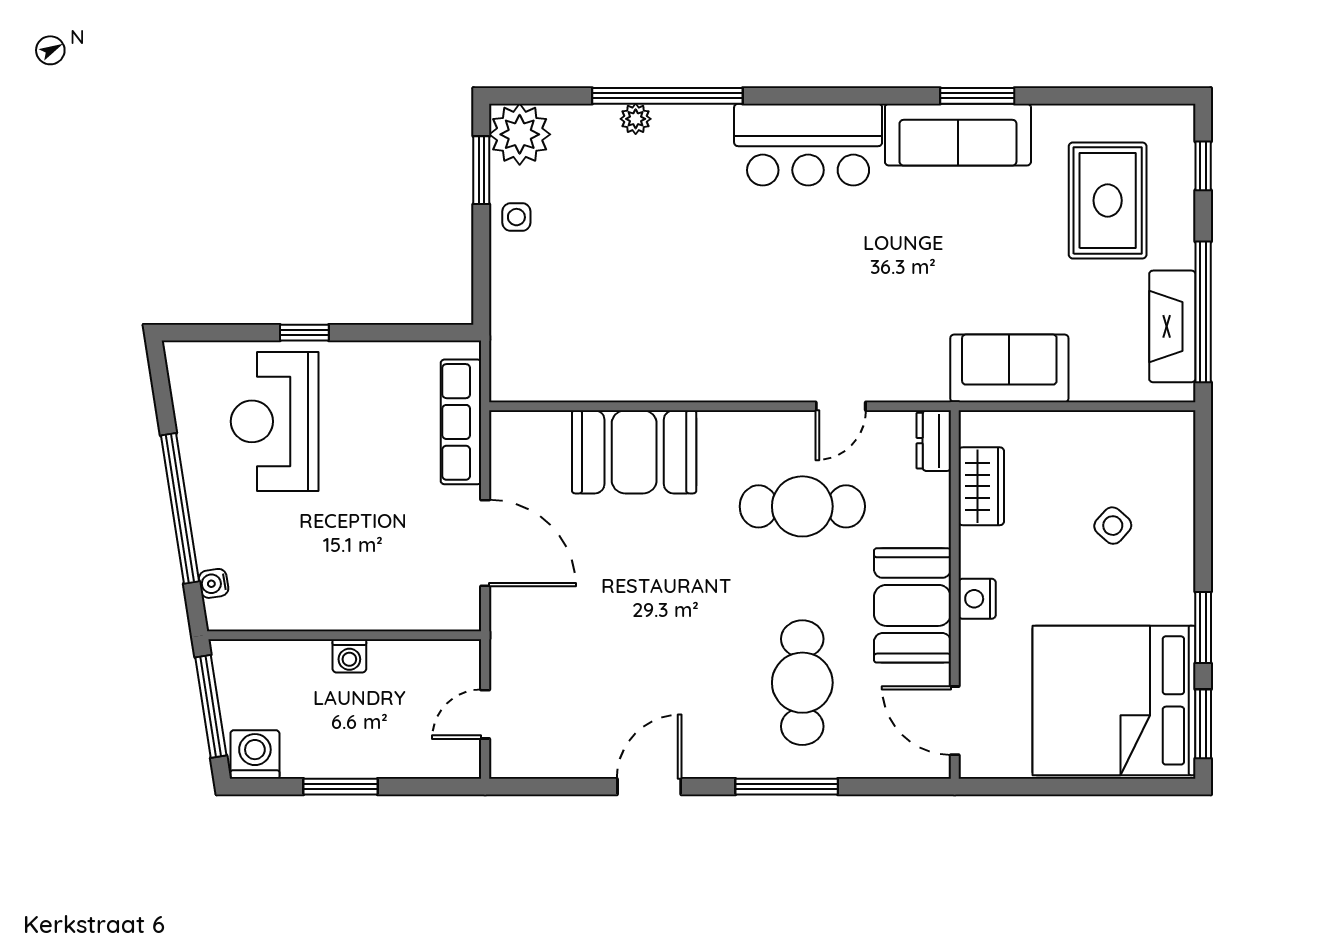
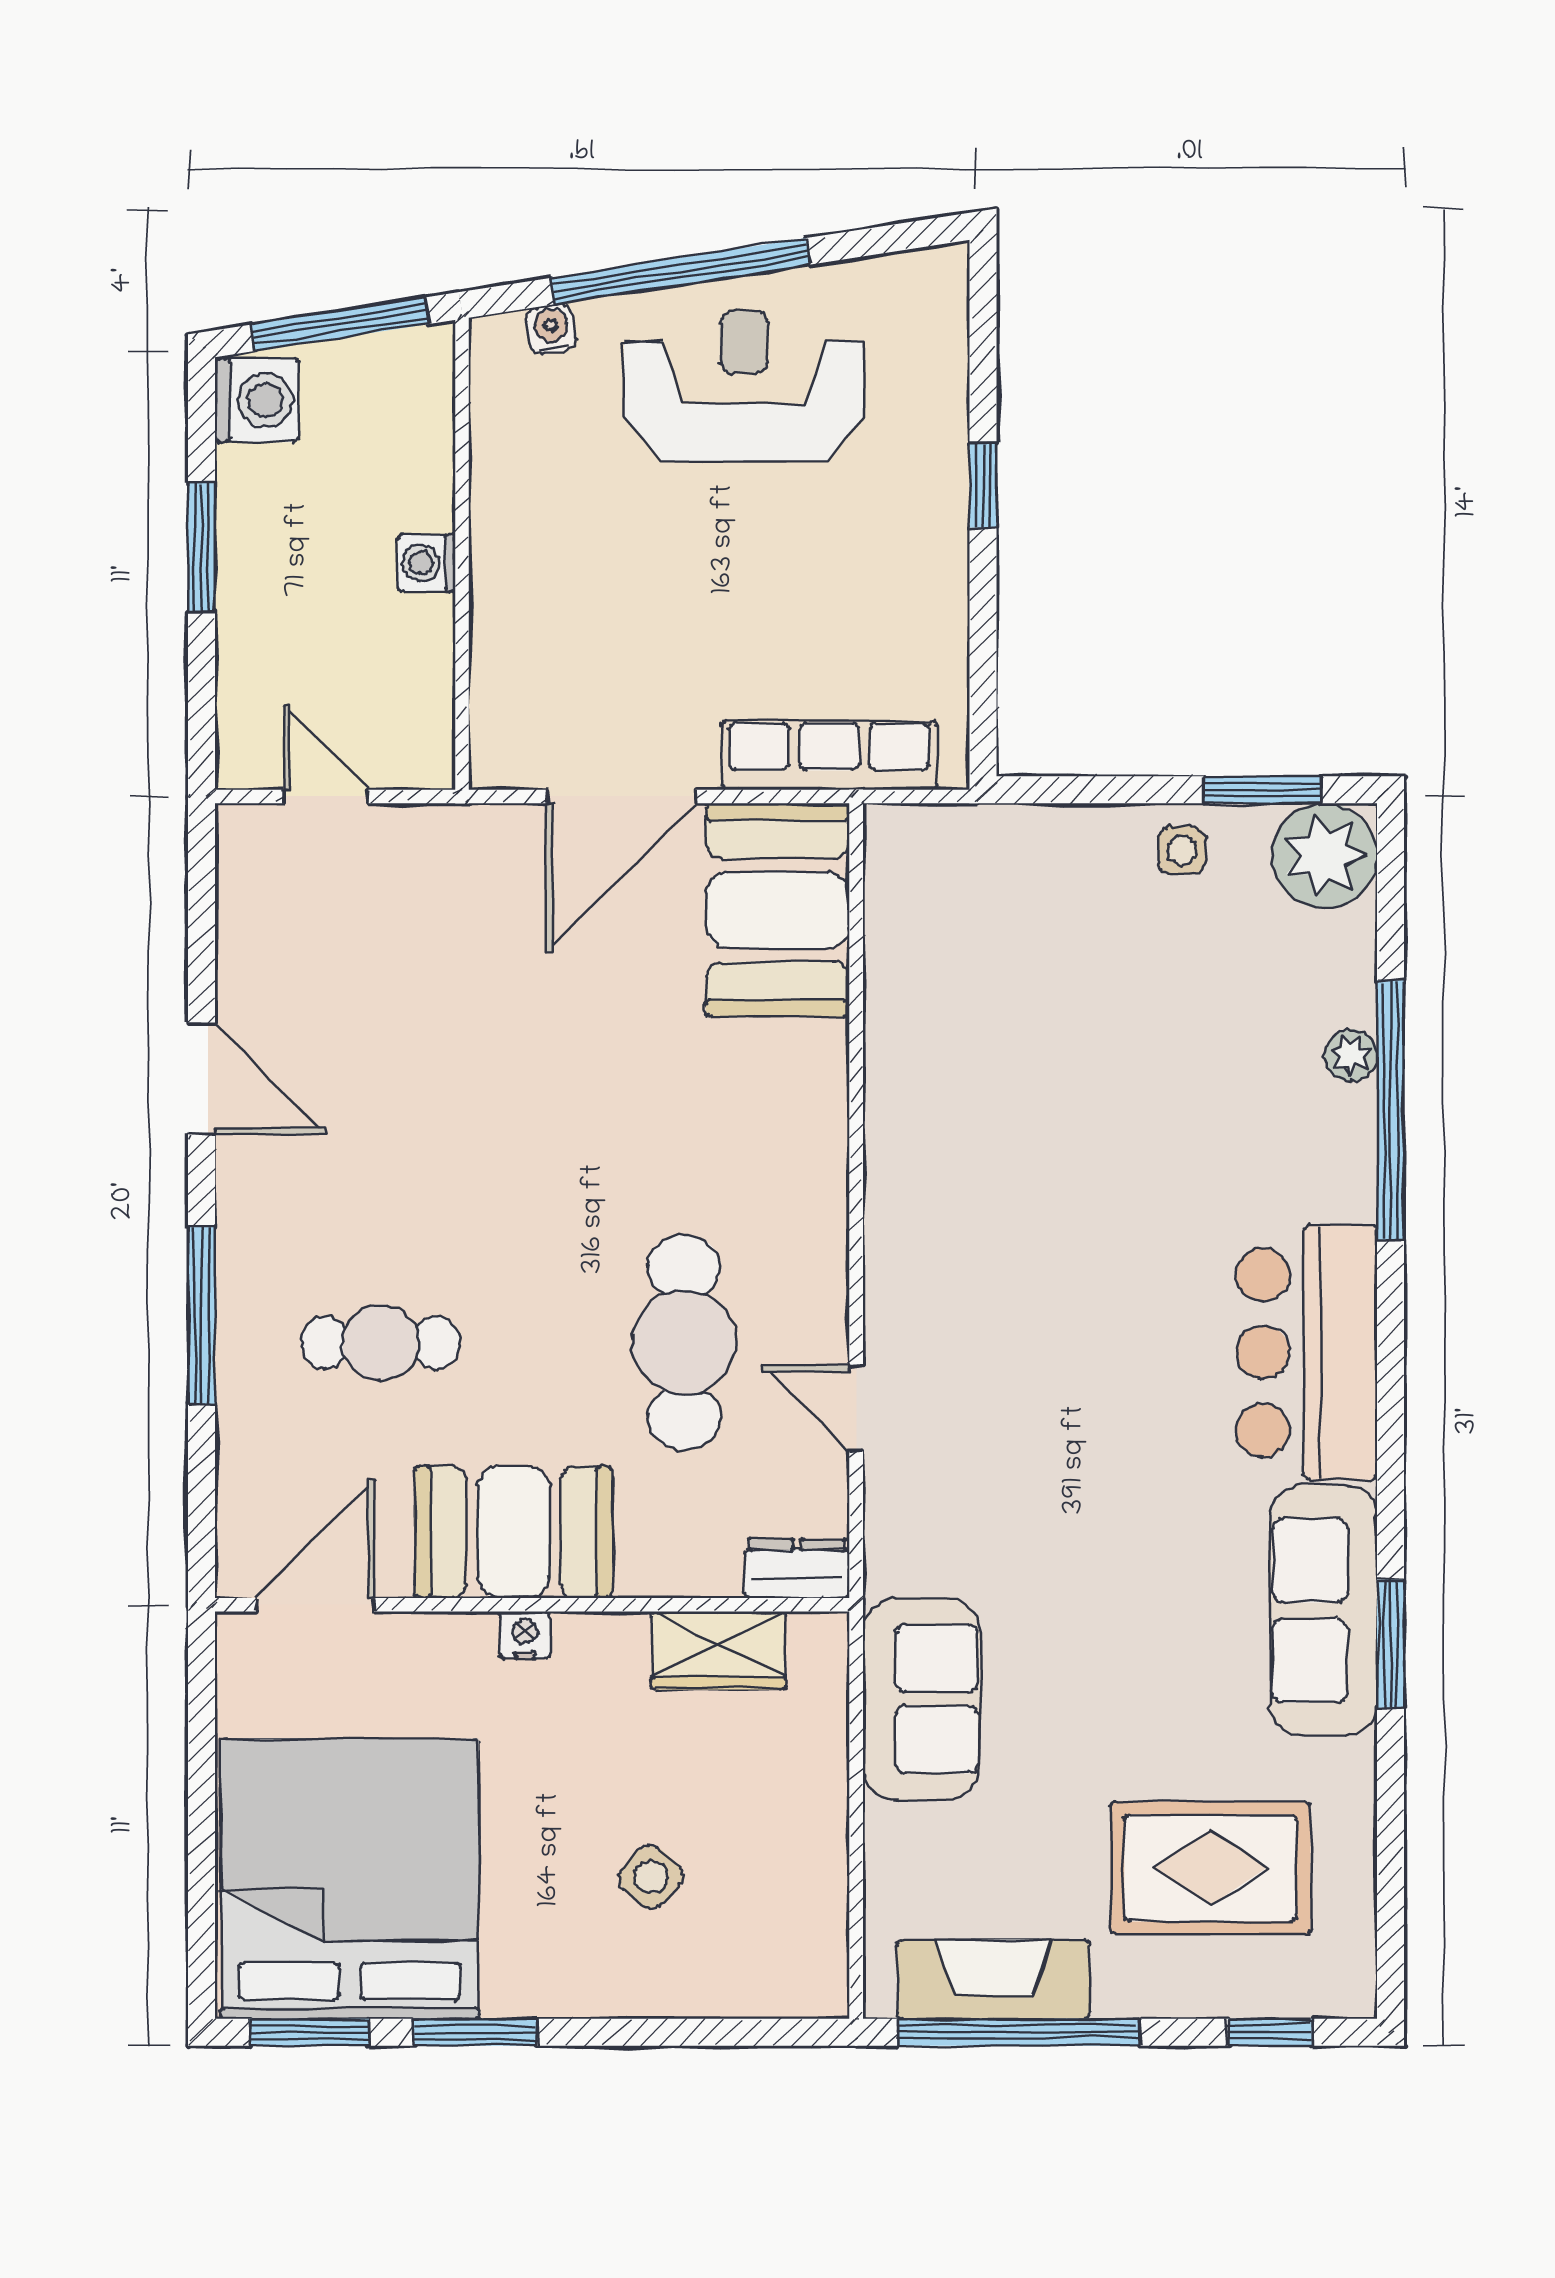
reception desk: (275, 421) -> (744, 386), moved
booth: (634, 452) -> (778, 910), moved
nightstand: (977, 599) -> (525, 1635), width x0.72, depth x0.74
cafe table: (802, 683) -> (380, 1342), width x0.73, depth x0.74

